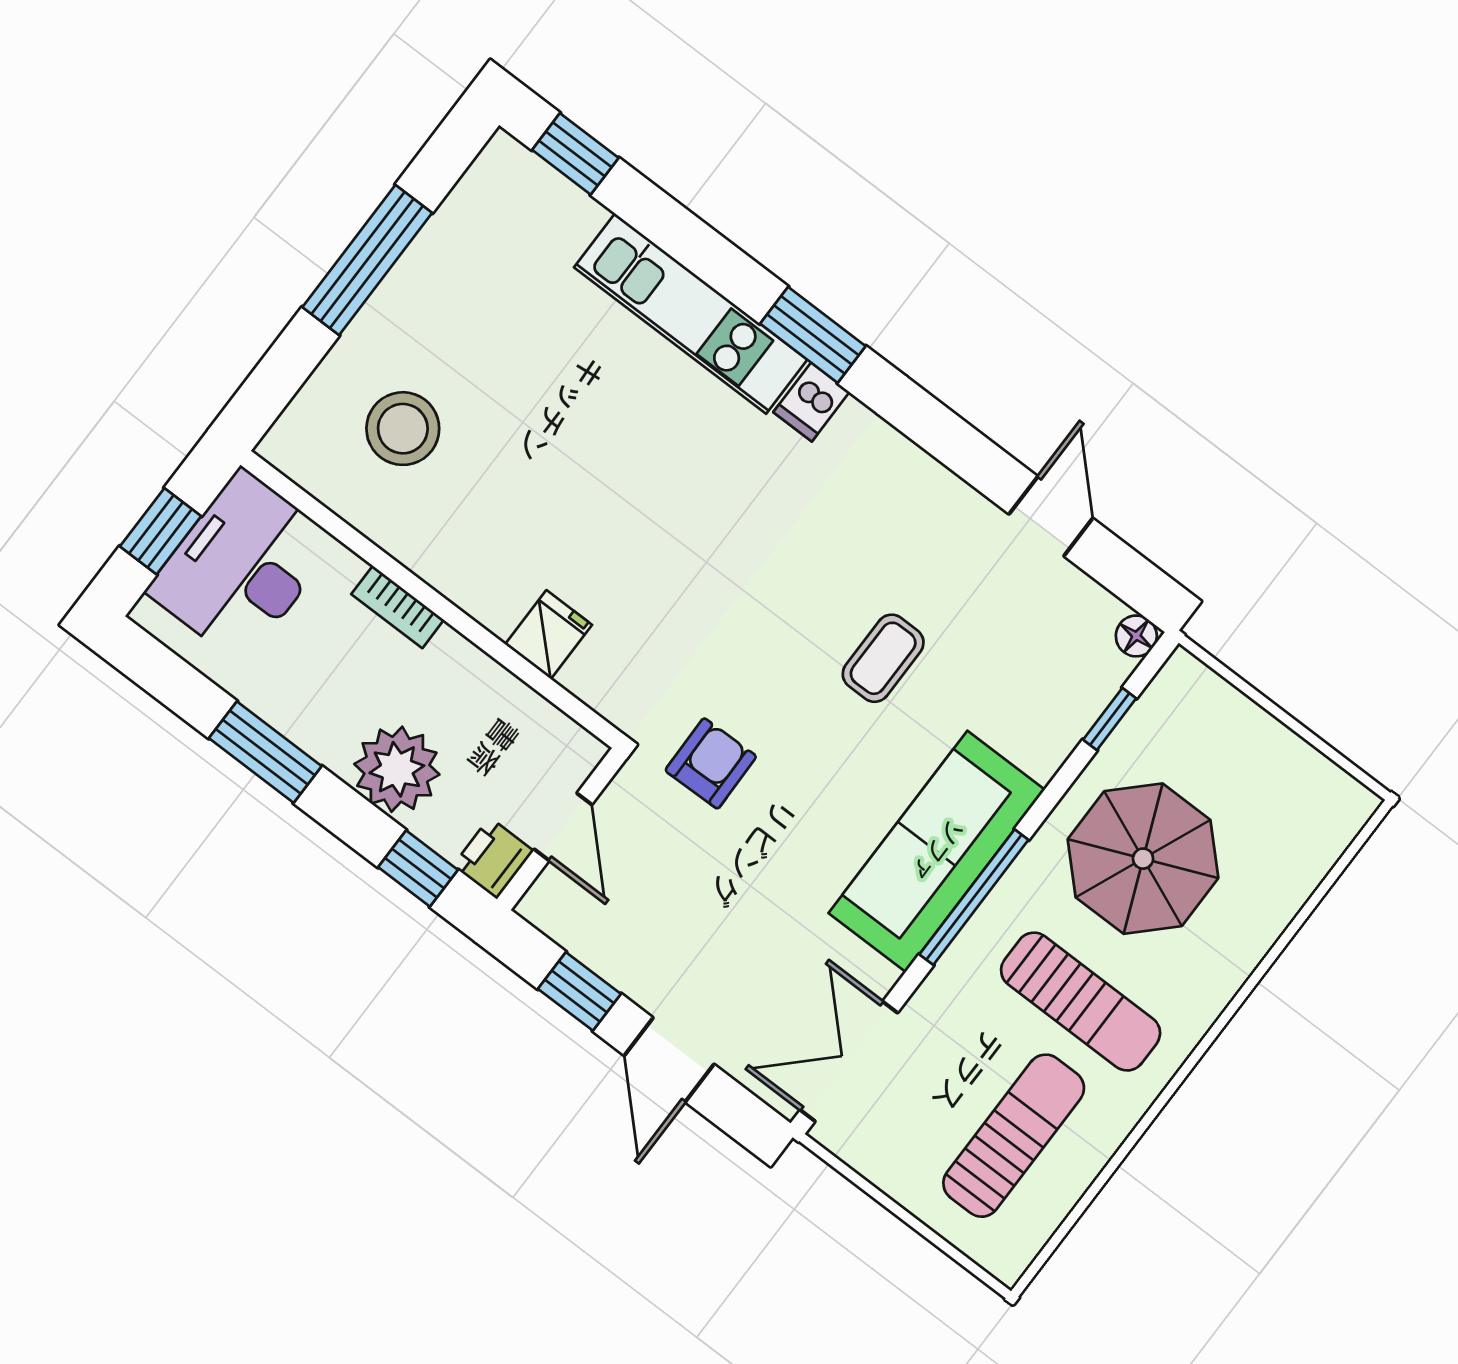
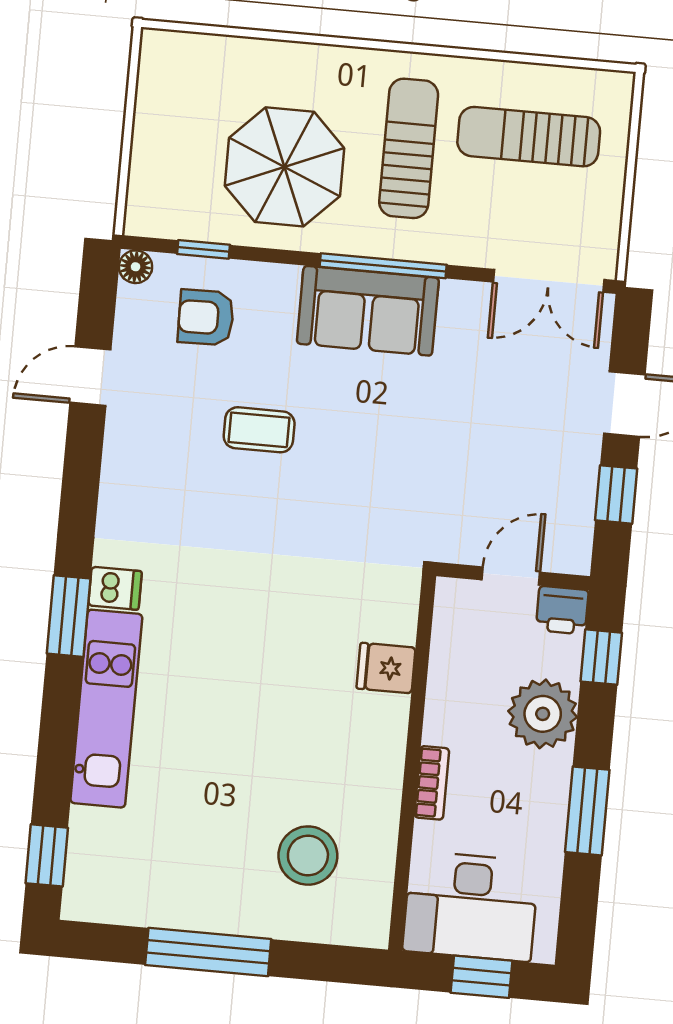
armchair: (711, 763) -> (206, 317), moved
sofa: (937, 851) -> (368, 311), width x0.73

